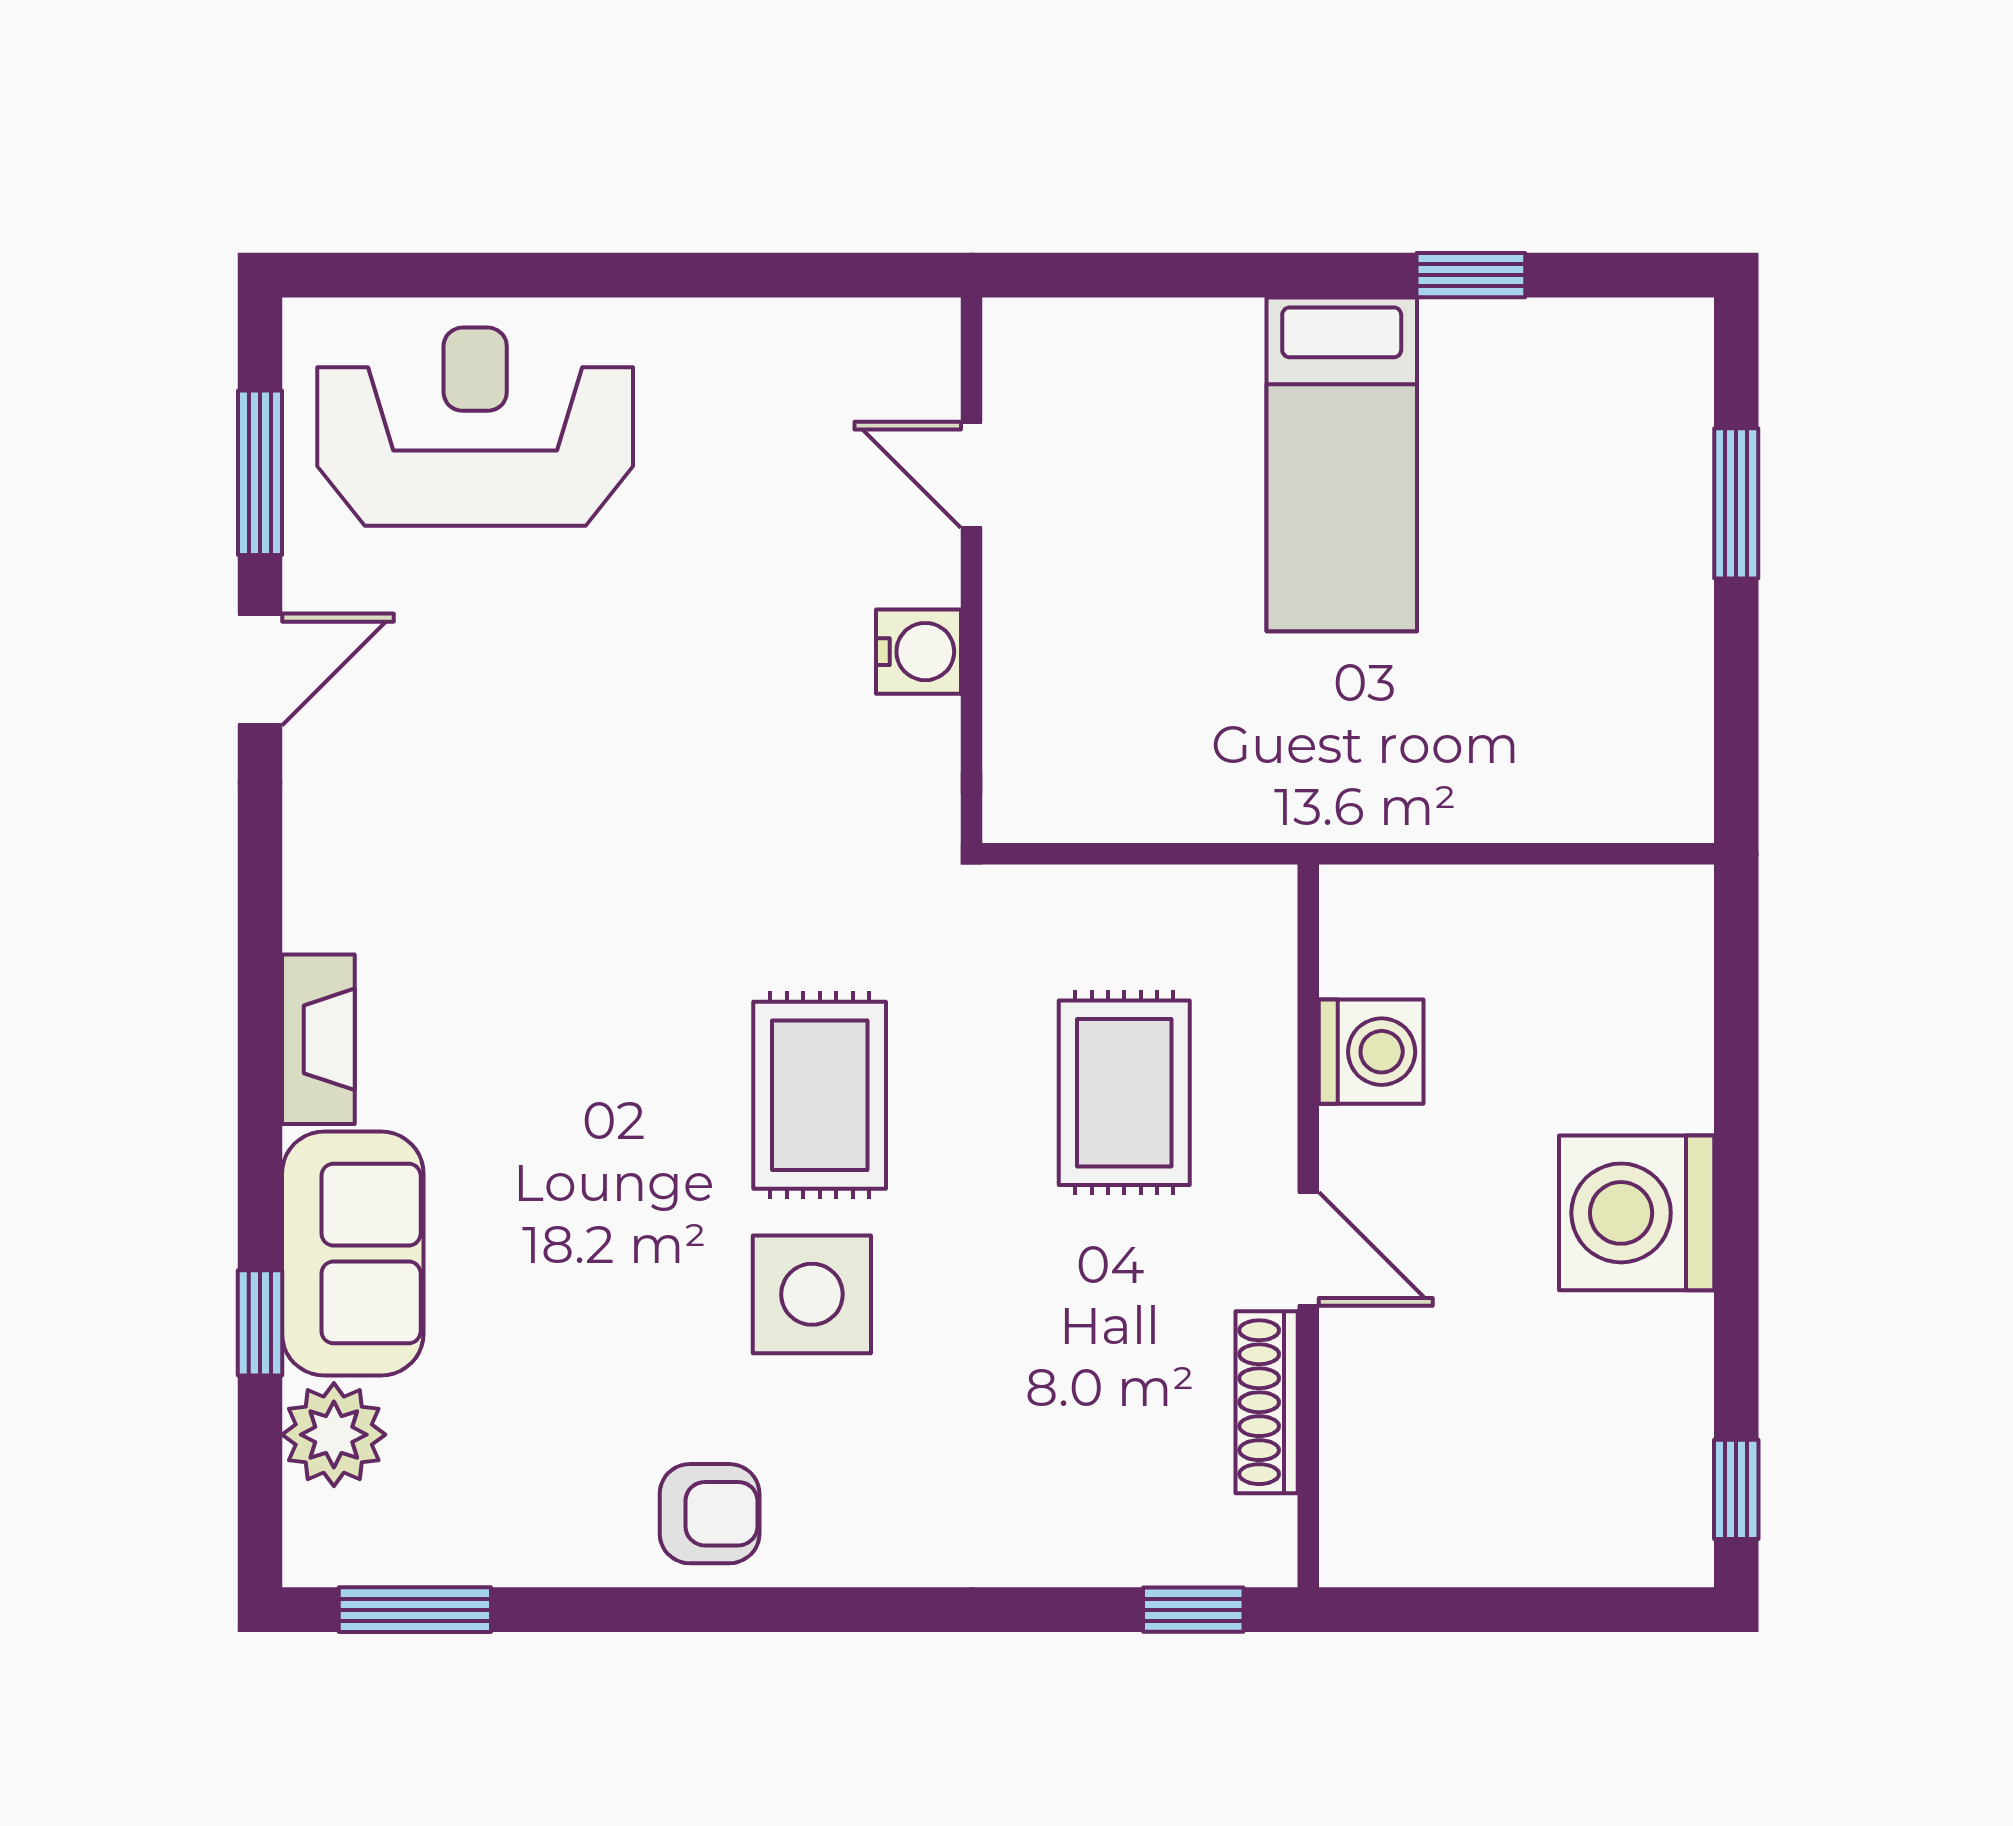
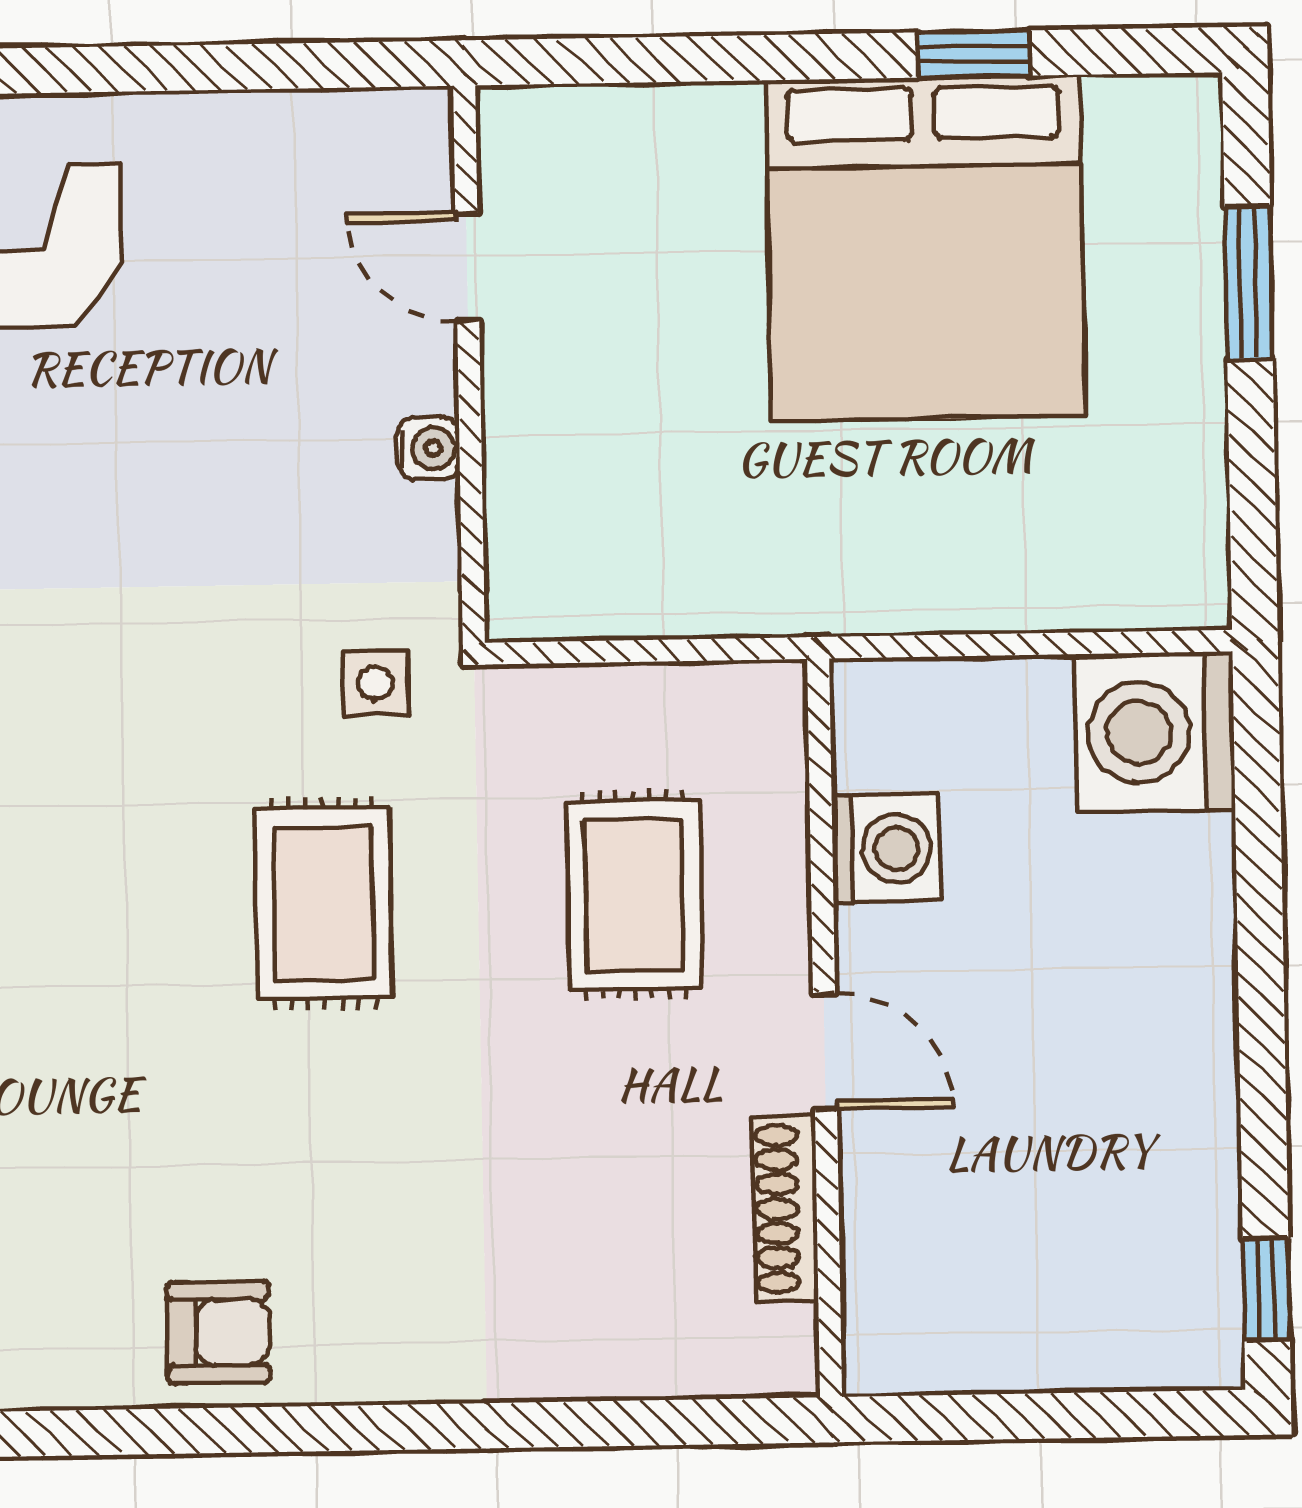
bed: (1342, 464) -> (925, 248), width x2.04
water cooler: (919, 652) -> (428, 448), width x0.72, depth x0.72
washing machine: (1637, 1213) -> (1155, 732), moved
side table: (812, 1294) -> (376, 683), moved, width x0.54, depth x0.54
window: (1193, 1610) -> (714, 1422), removed

